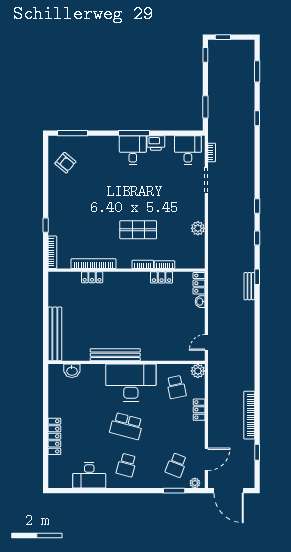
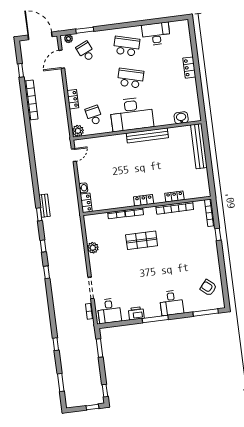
desk: (133, 150) -> (171, 303), moved
locker: (162, 277) -> (144, 200), moved
locker: (54, 436) -> (189, 68), width x0.66
school desk: (126, 465) -> (127, 46), width x1.85
school desk: (176, 465) -> (86, 51), turned -45

